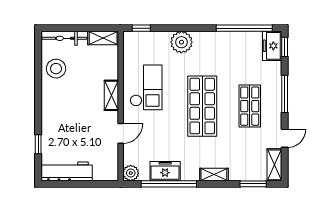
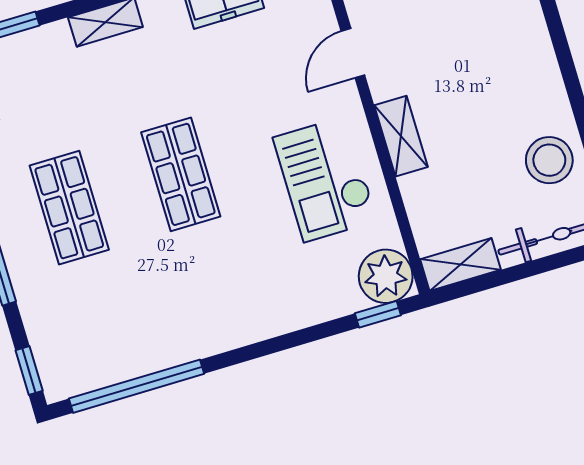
plant: (181, 42) -> (386, 276), moved
freezer: (272, 46) -> (59, 364), removed
shop shelf: (202, 106) -> (181, 174), width x0.70, depth x0.74

